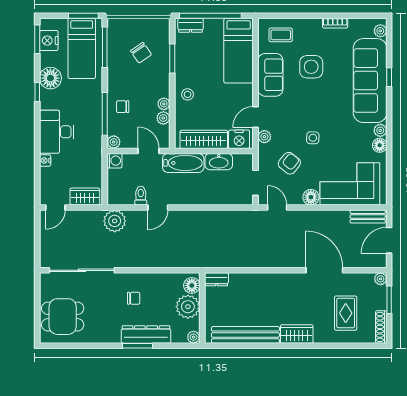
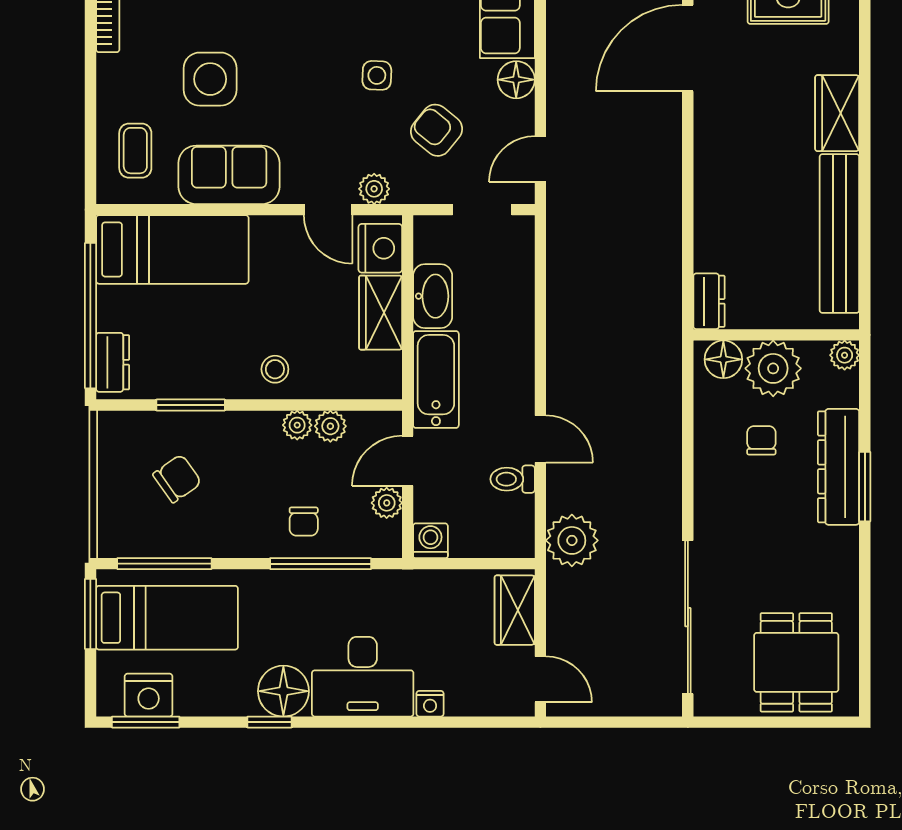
floor lamp: (50, 78) -> (283, 691), moved
wardrobe: (204, 139) -> (381, 313), width x0.67
plant: (114, 142) -> (387, 503), moved
chair: (134, 298) -> (761, 440), moved

